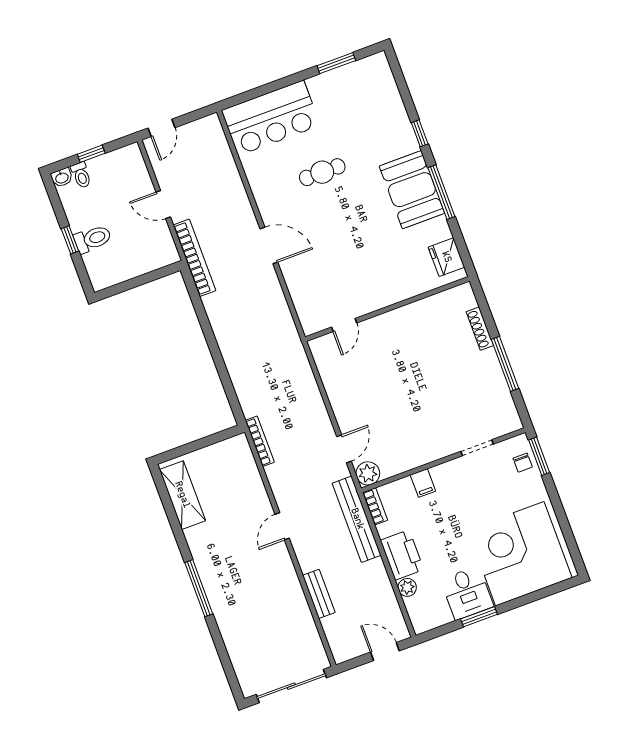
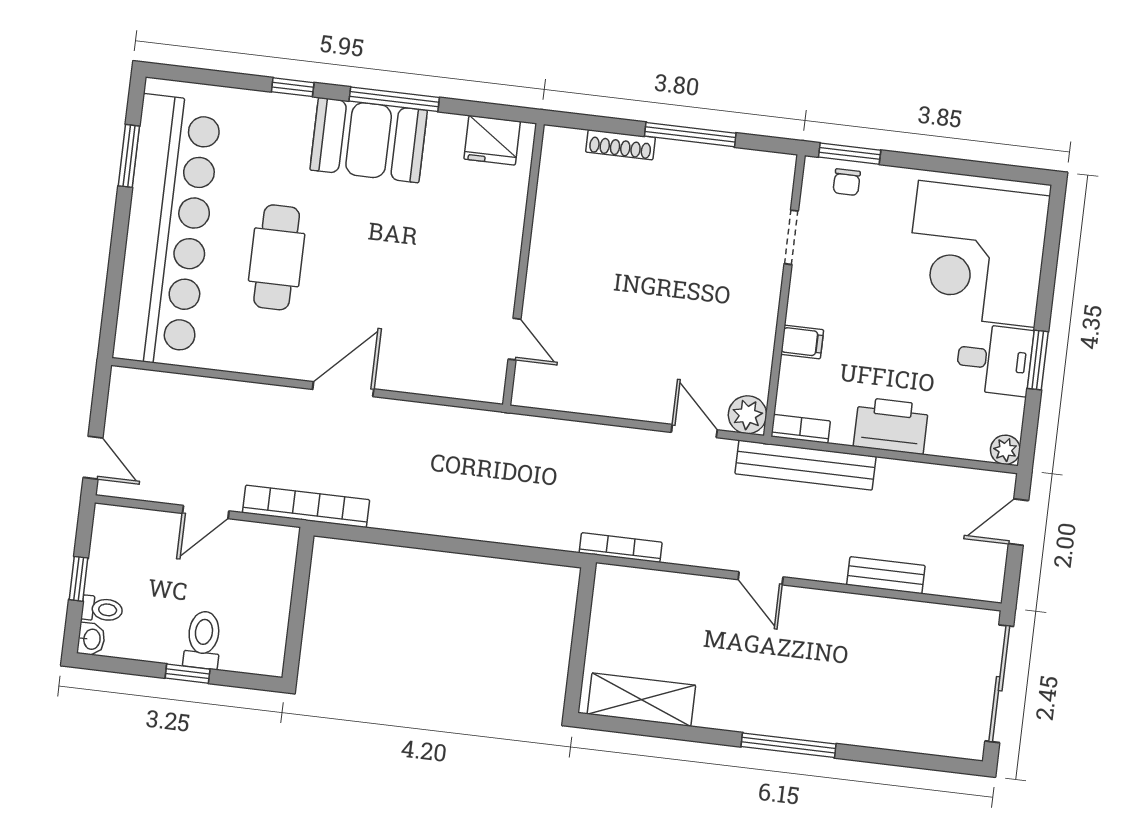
bar counter: (271, 118) -> (167, 230), width x1.86
cafe table: (322, 172) -> (277, 257), width x1.37, depth x1.35
chair: (523, 463) -> (847, 182), turned 90
plant: (407, 587) -> (1005, 450), moved

